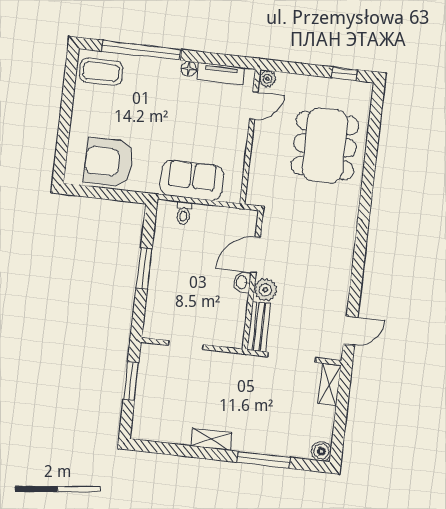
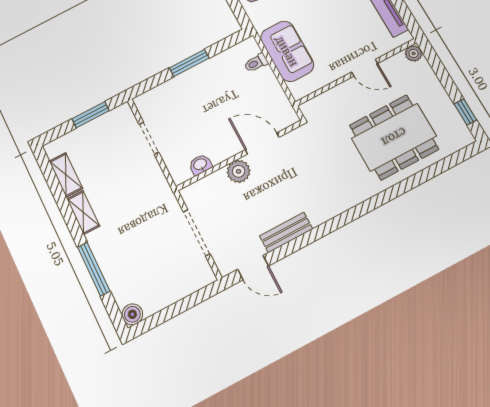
door: (254, 105) -> (365, 68), moved
washbasin: (242, 282) -> (200, 165), moved
bench: (259, 327) -> (286, 232), moved
shelving: (330, 385) -> (66, 175), moved, turned 90

